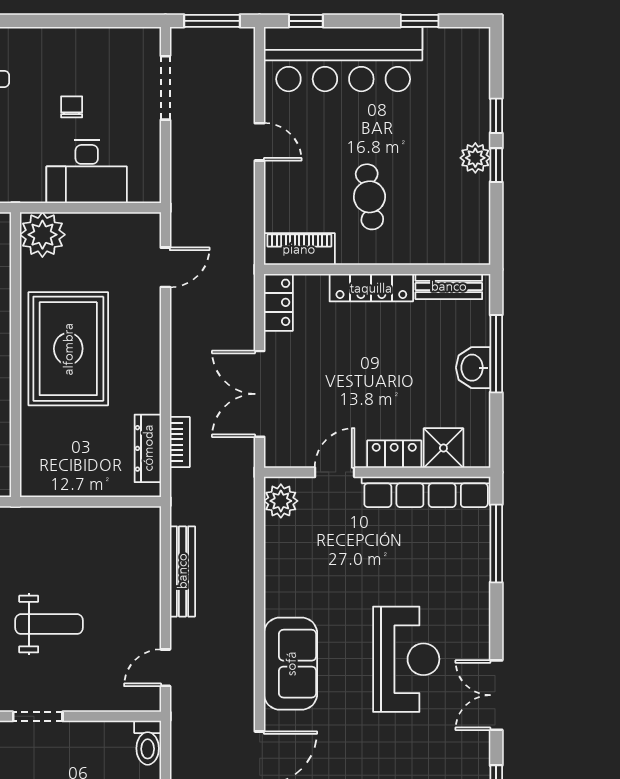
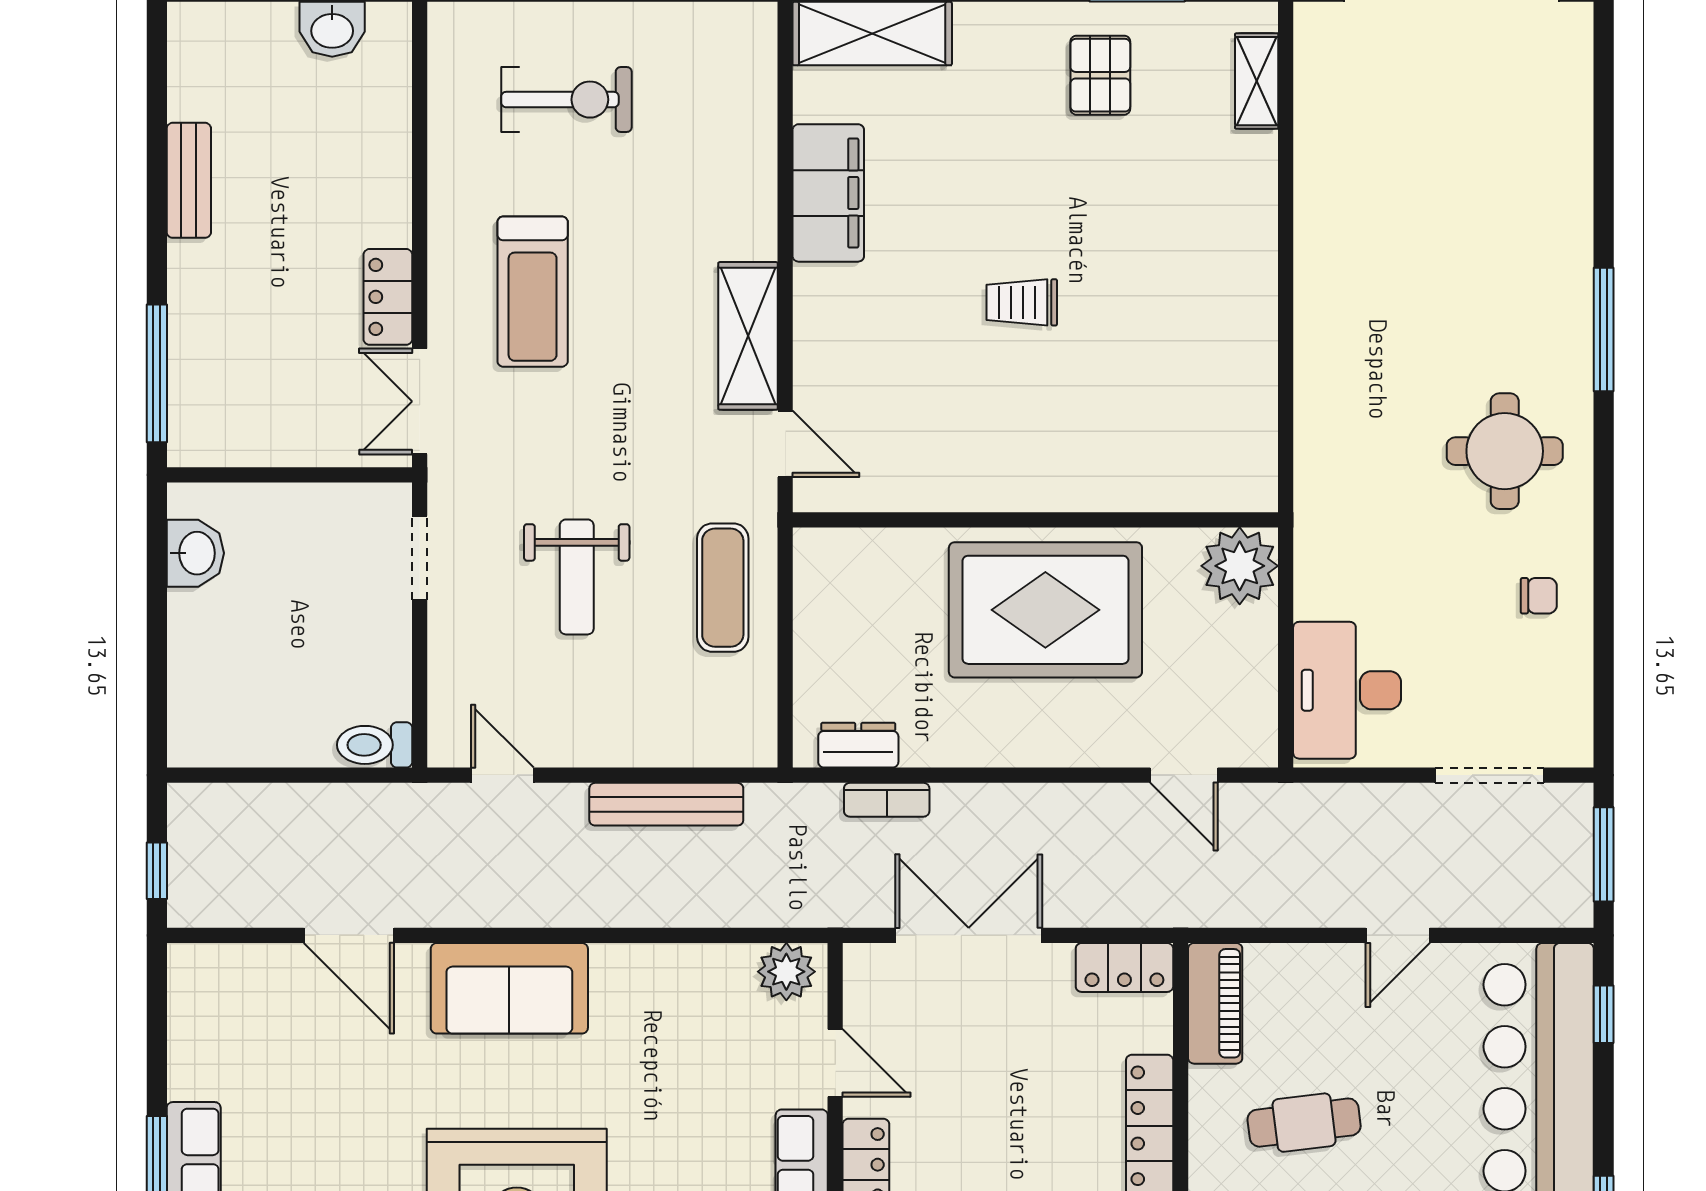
chair: (72, 107) -> (1539, 596), moved
desk: (87, 172) -> (1347, 690), moved
dresser: (148, 448) -> (858, 745), width x0.70
exercise mat: (55, 538) -> (723, 588), added

